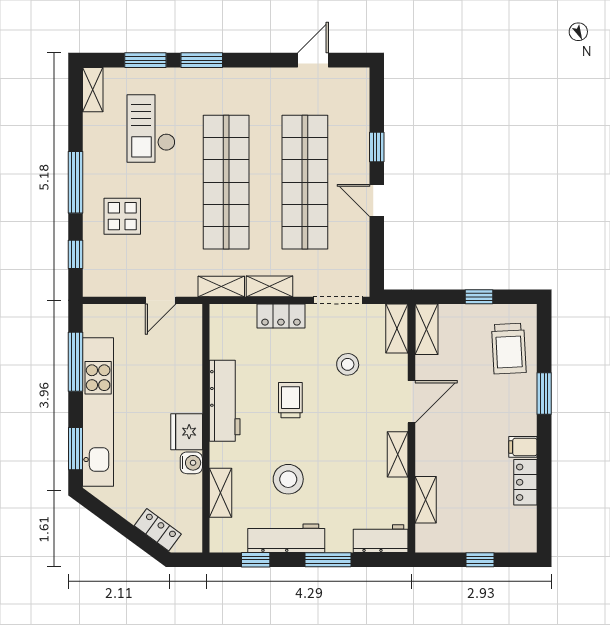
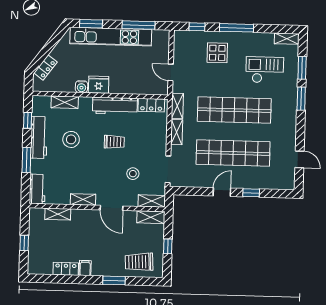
locker: (281, 316) -> (151, 105), moved, turned -90

